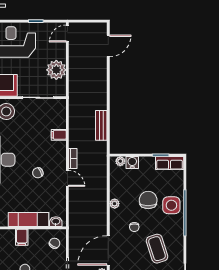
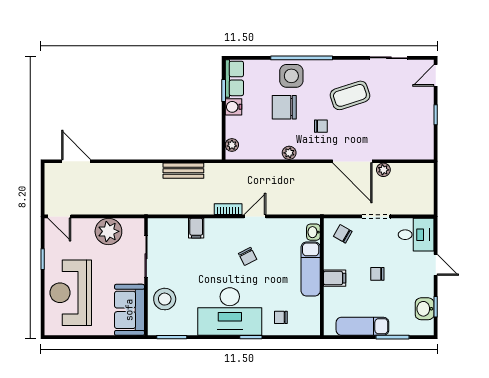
water cooler: (132, 162) -> (234, 107), moved

